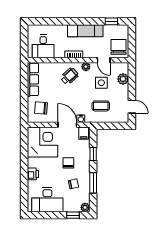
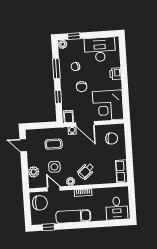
desk: (43, 46) -> (117, 208), moved, turned 180
chair: (118, 47) -> (40, 203), turned -90
row of seats: (33, 79) -> (122, 171), width x0.68

